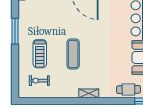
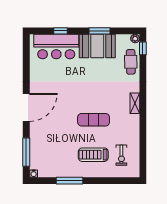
treadmill: (40, 54) -> (93, 155), turned 180

